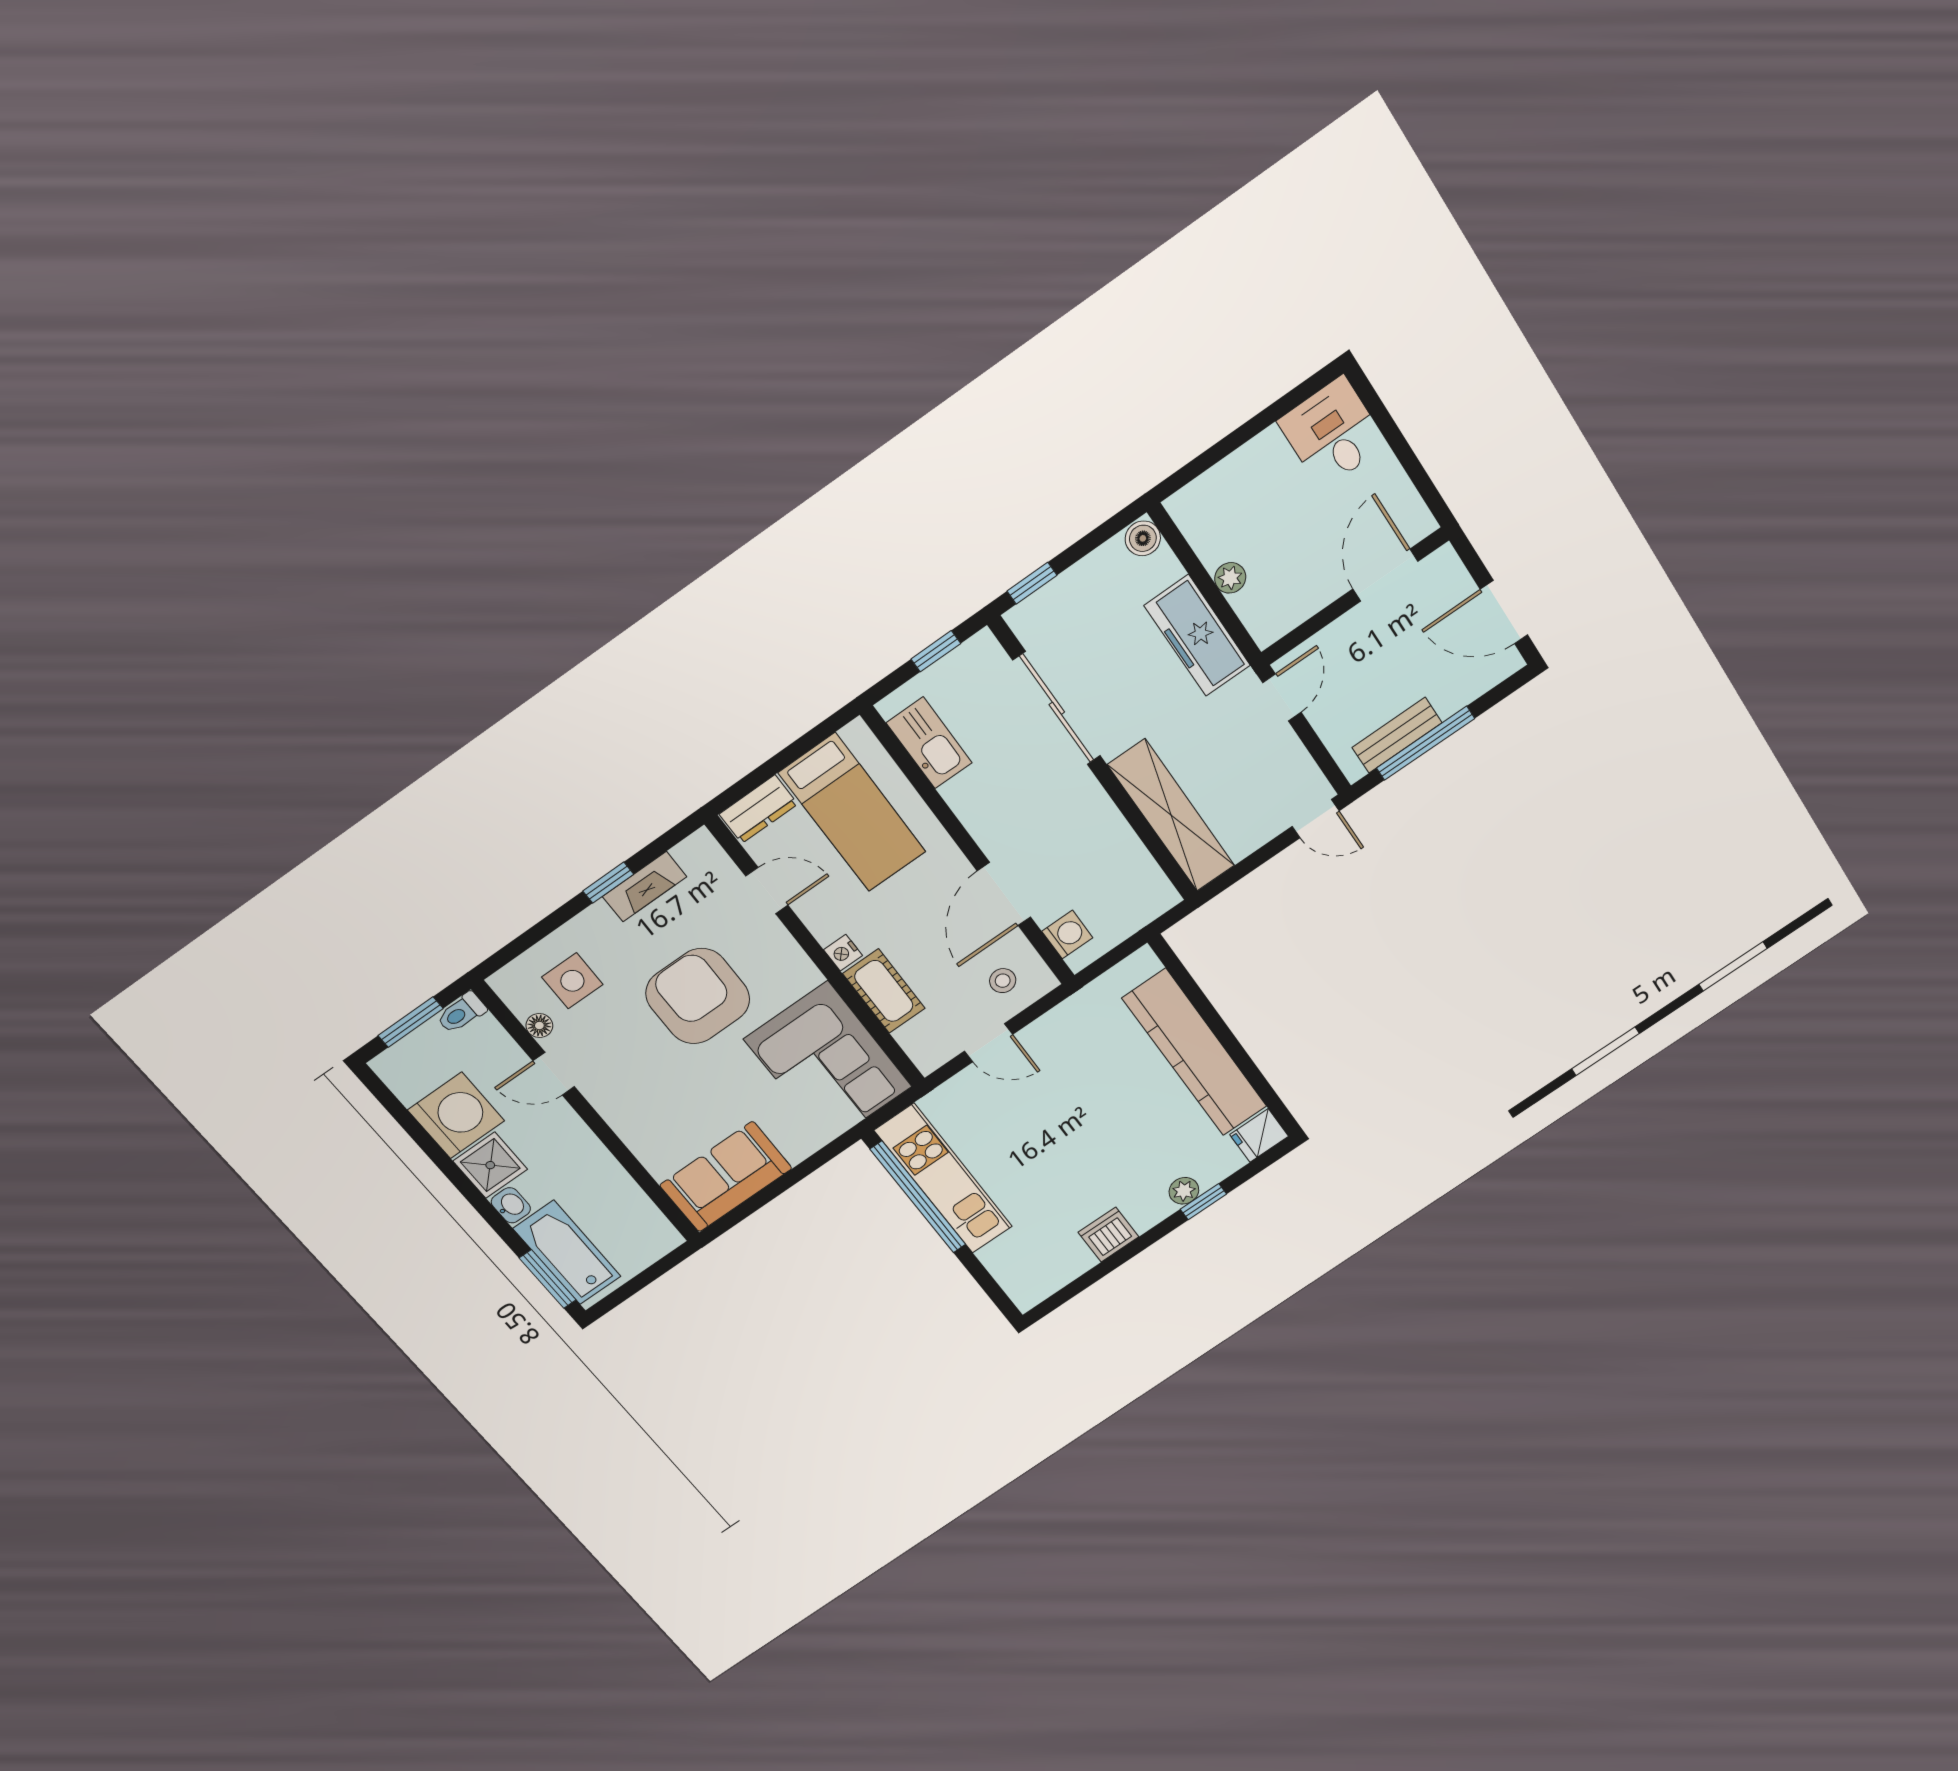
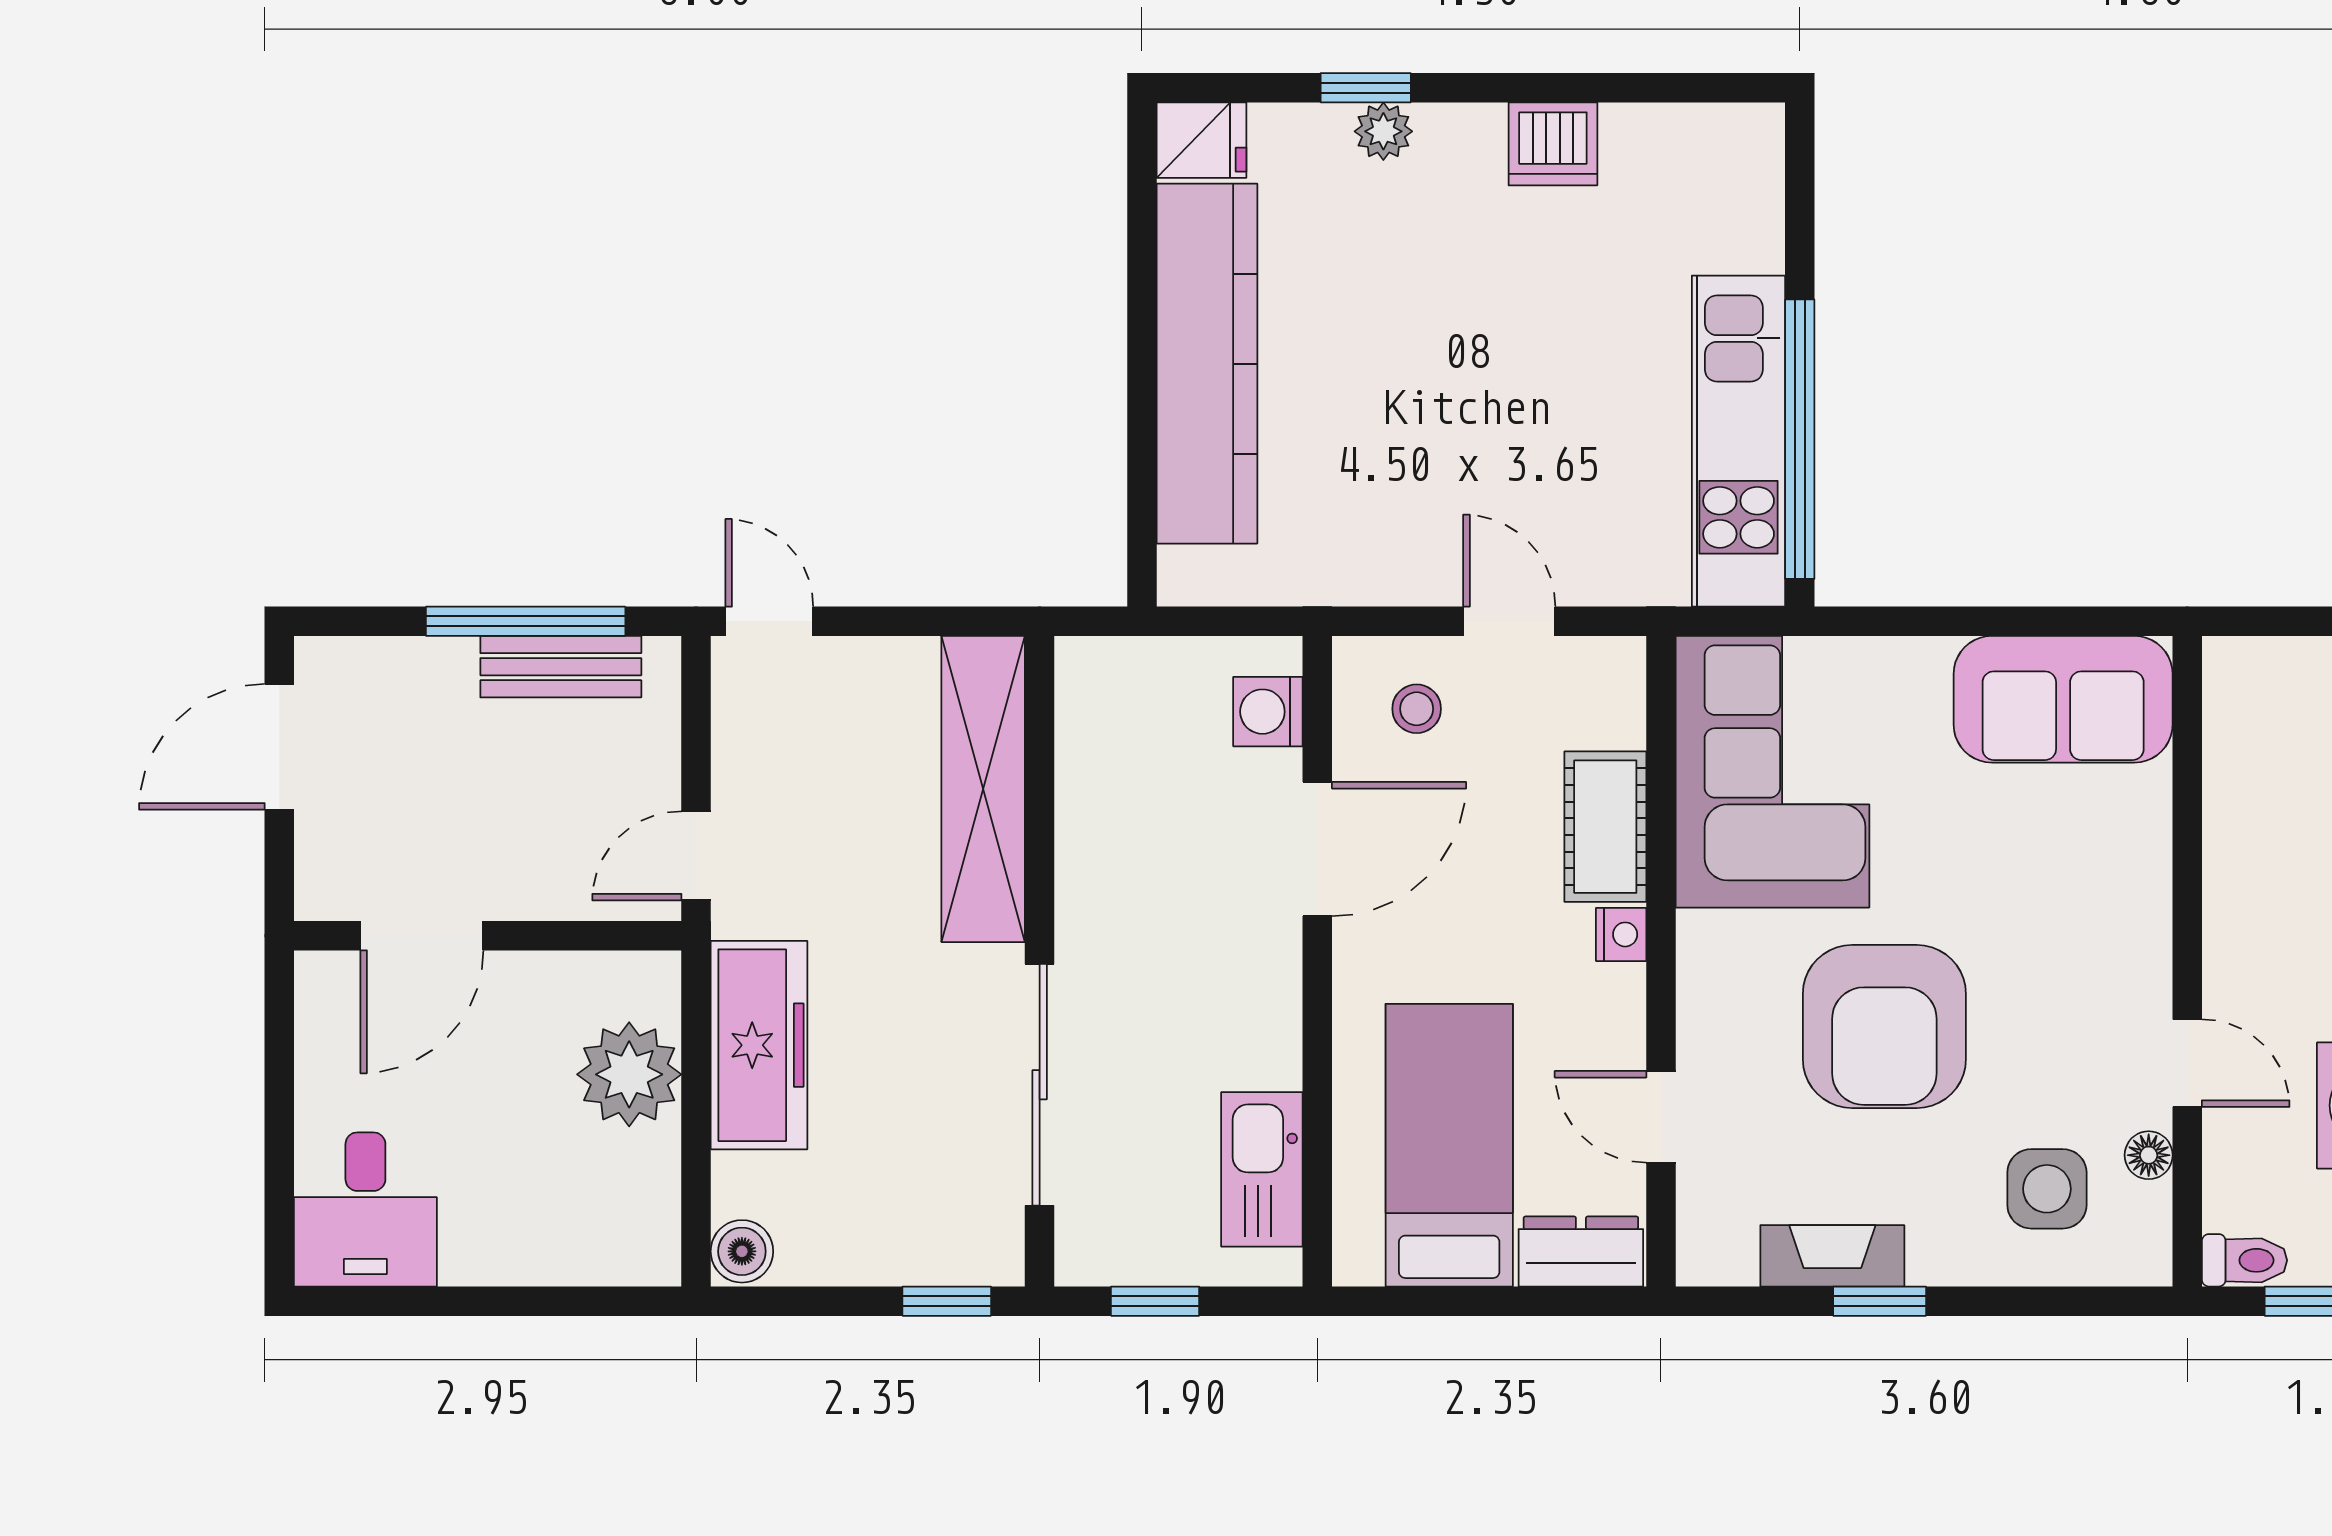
plant: (1230, 578) -> (629, 1074), width x1.88, depth x1.88
door: (1504, 612) -> (279, 747), swing flipped

